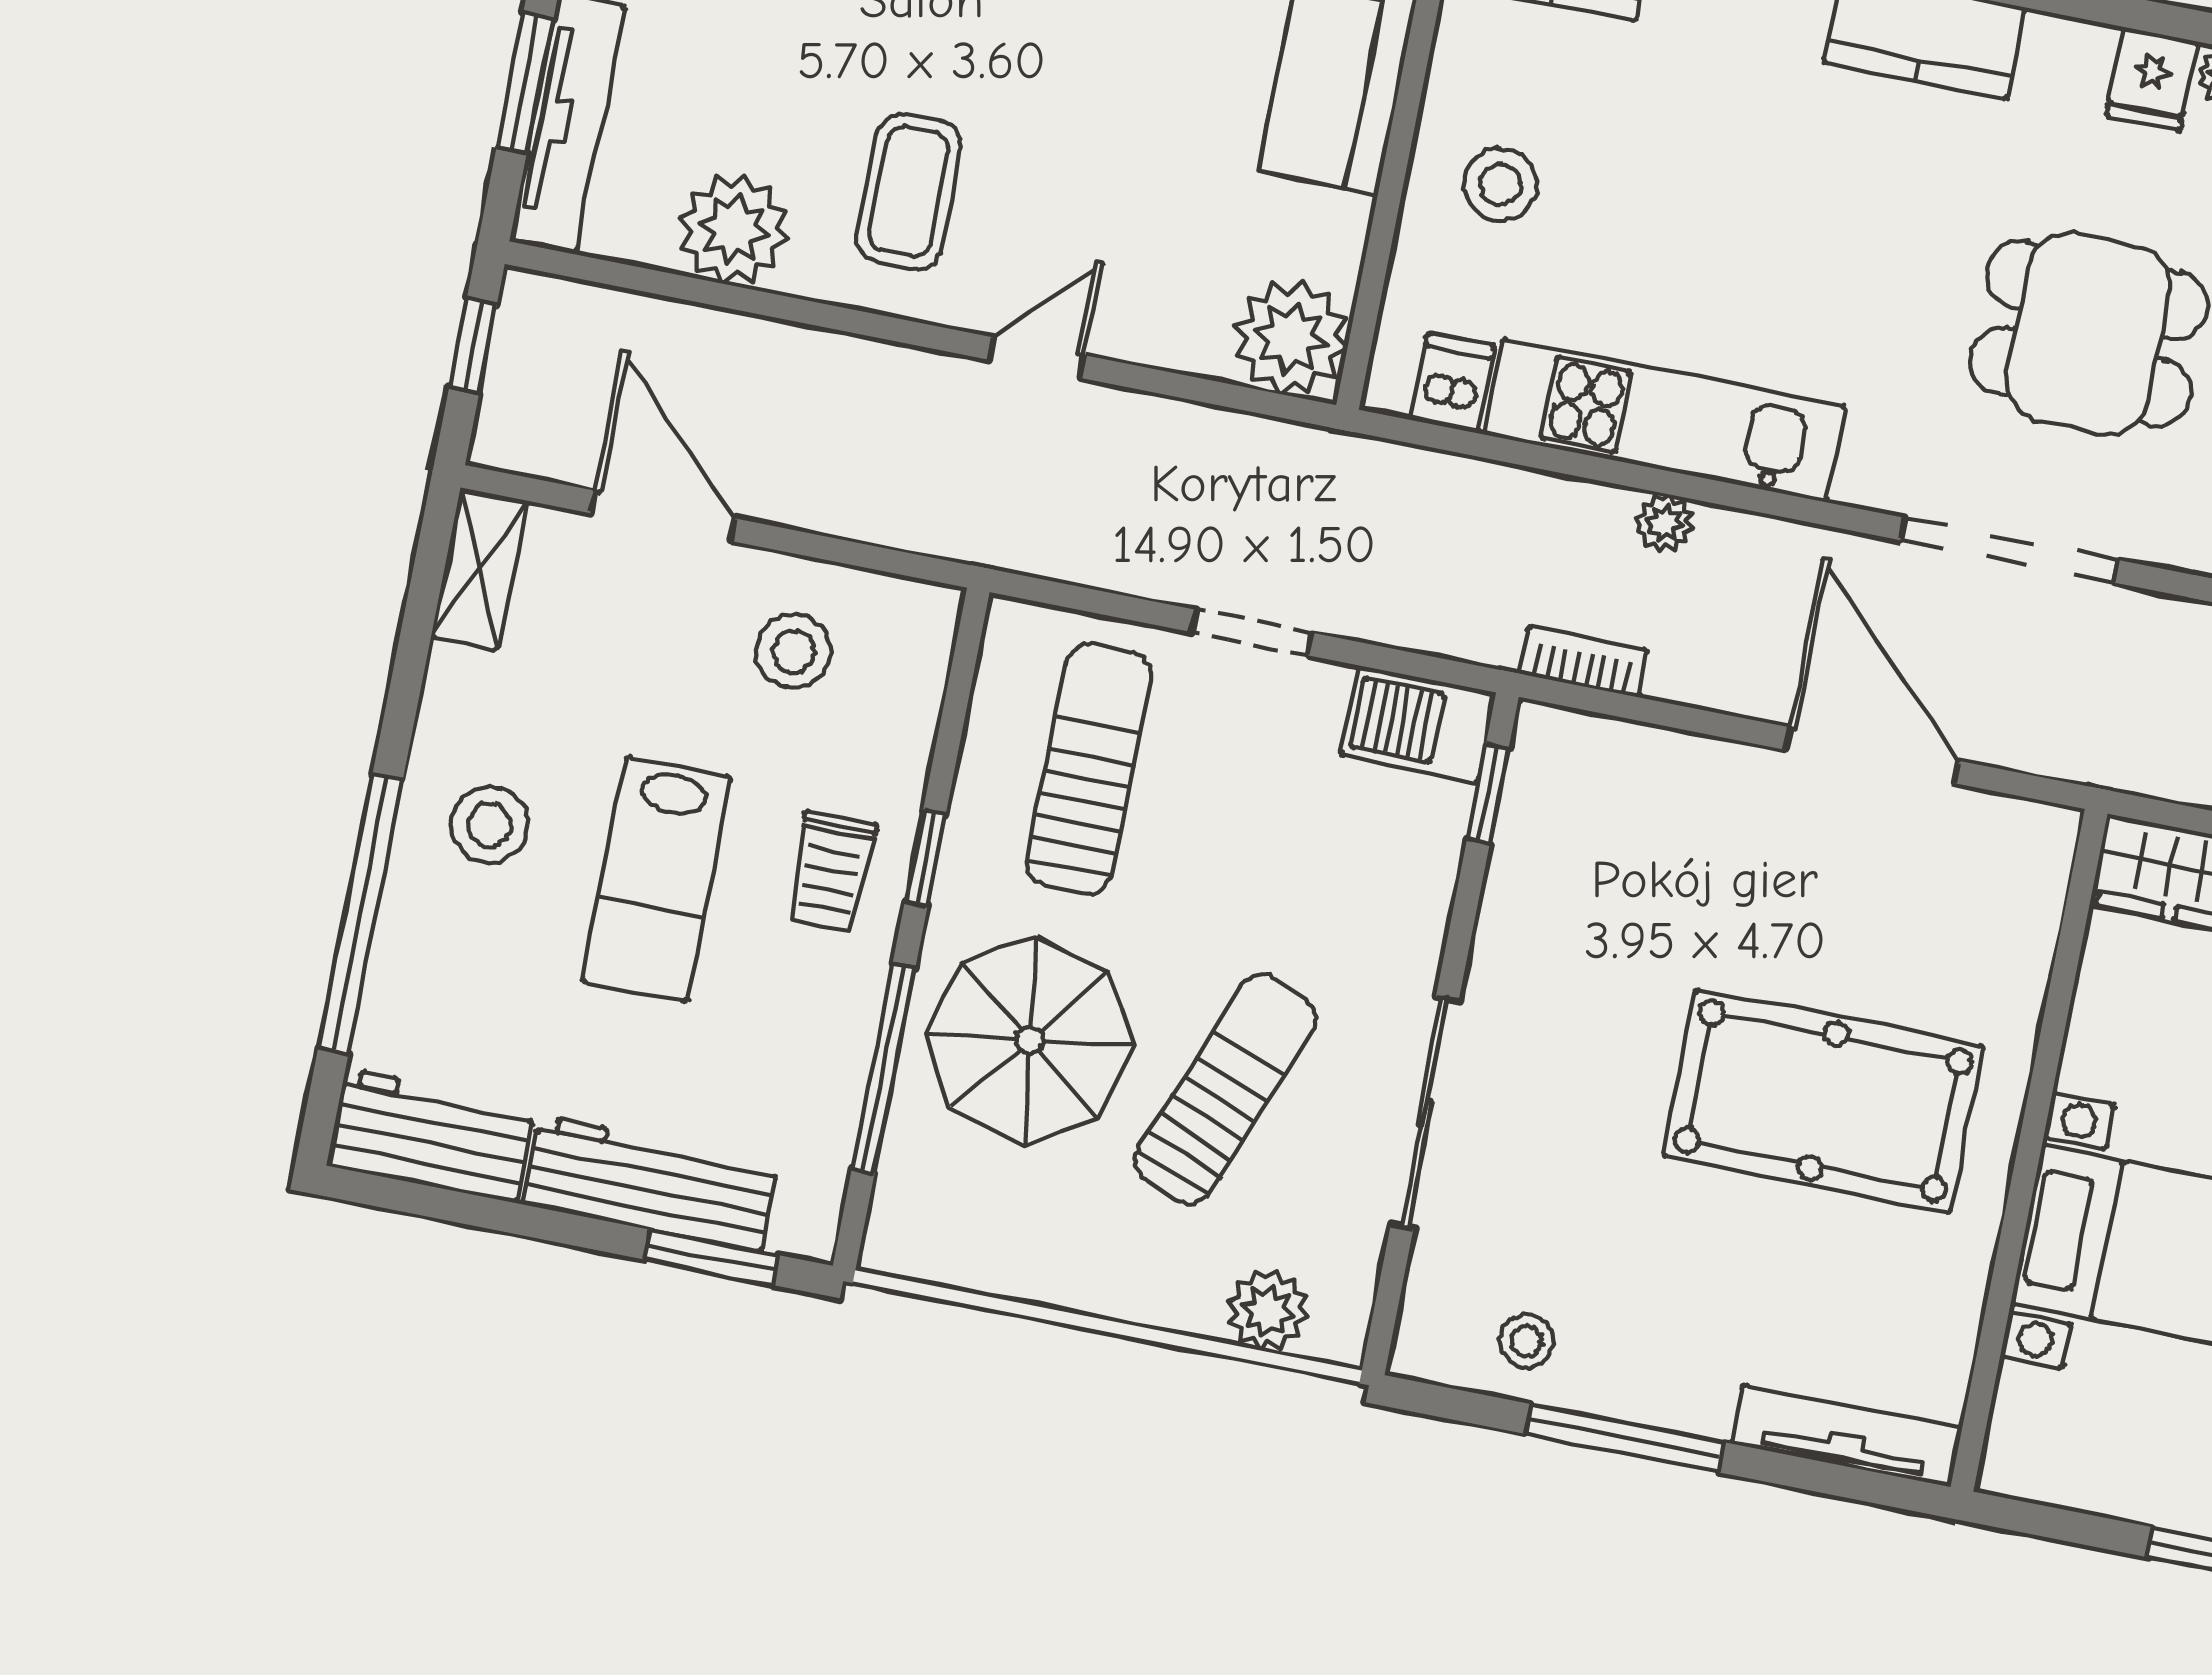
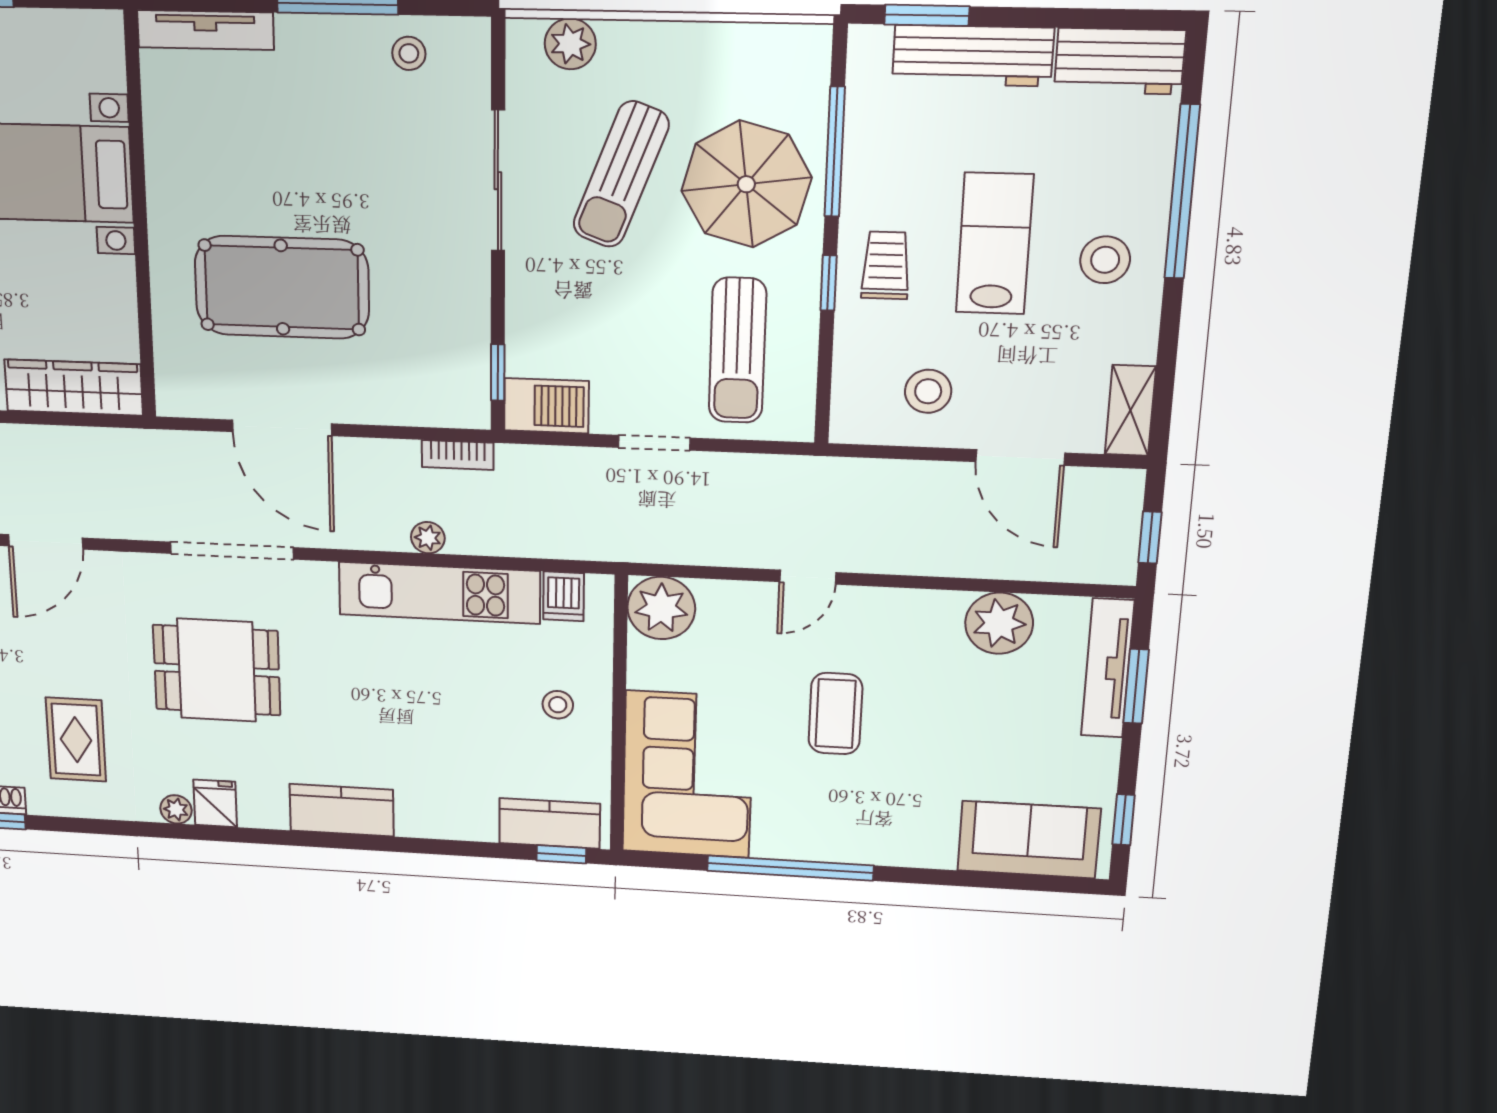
stool: (1500, 184) -> (558, 705), width x0.73, depth x0.73
coffee table: (909, 192) -> (835, 714), moved
pool table: (1823, 1101) -> (282, 287), moved

